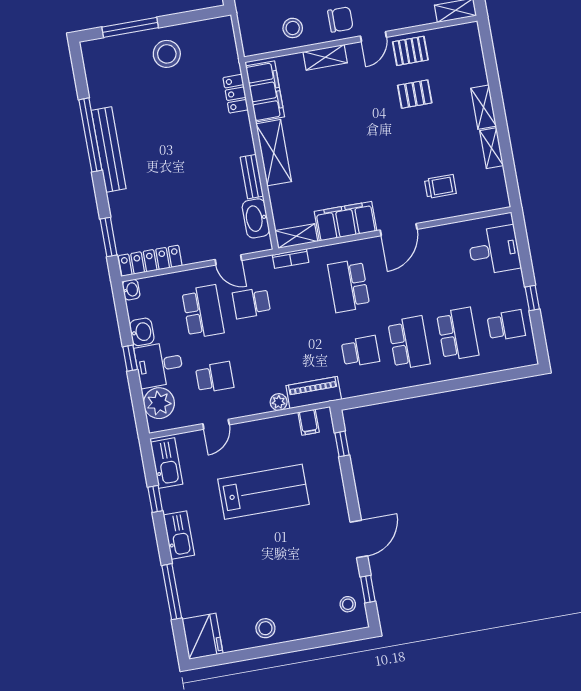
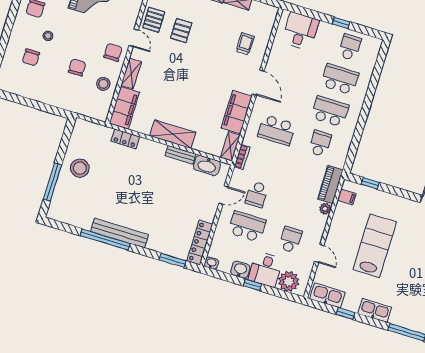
filing cabinet: (265, 91) -> (124, 108), moved, turned 90

